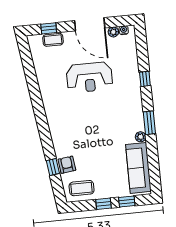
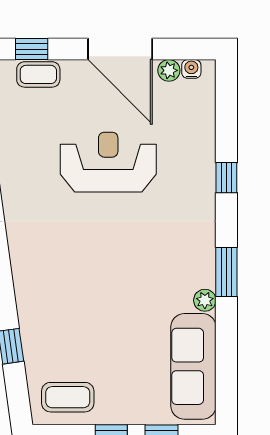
reception desk: (89, 77) -> (108, 162), turned 180
armchair: (67, 165) -> (41, 344), removed

